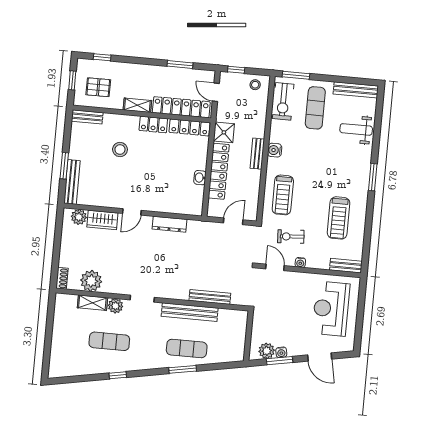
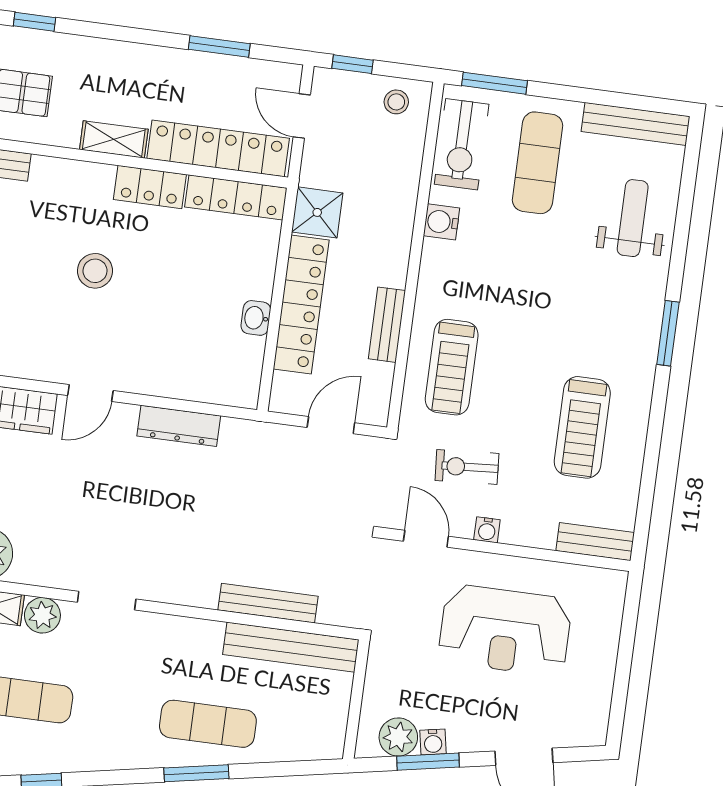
weight bench: (356, 129) -> (633, 218), turned 90
stool: (120, 150) -> (95, 271), moved
water cooler: (275, 150) -> (441, 222), moved
bench: (257, 154) -> (387, 325), moved
reception desk: (331, 309) -> (505, 630), moved, turned -90
bench: (190, 312) -> (291, 647), moved

